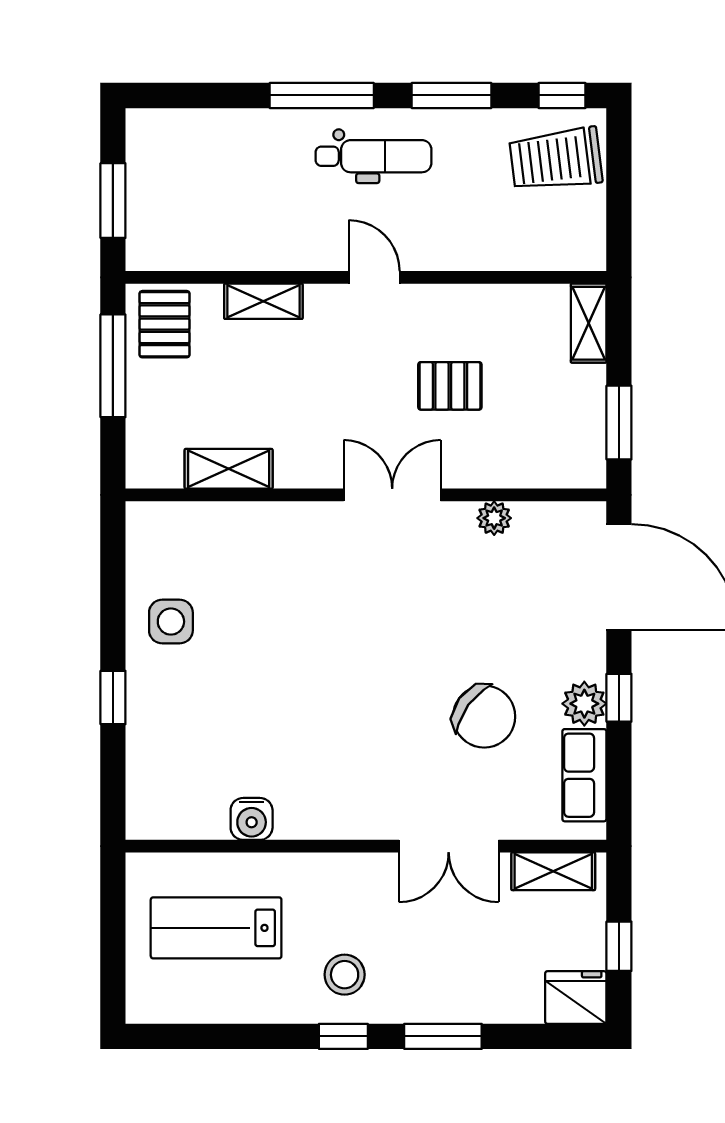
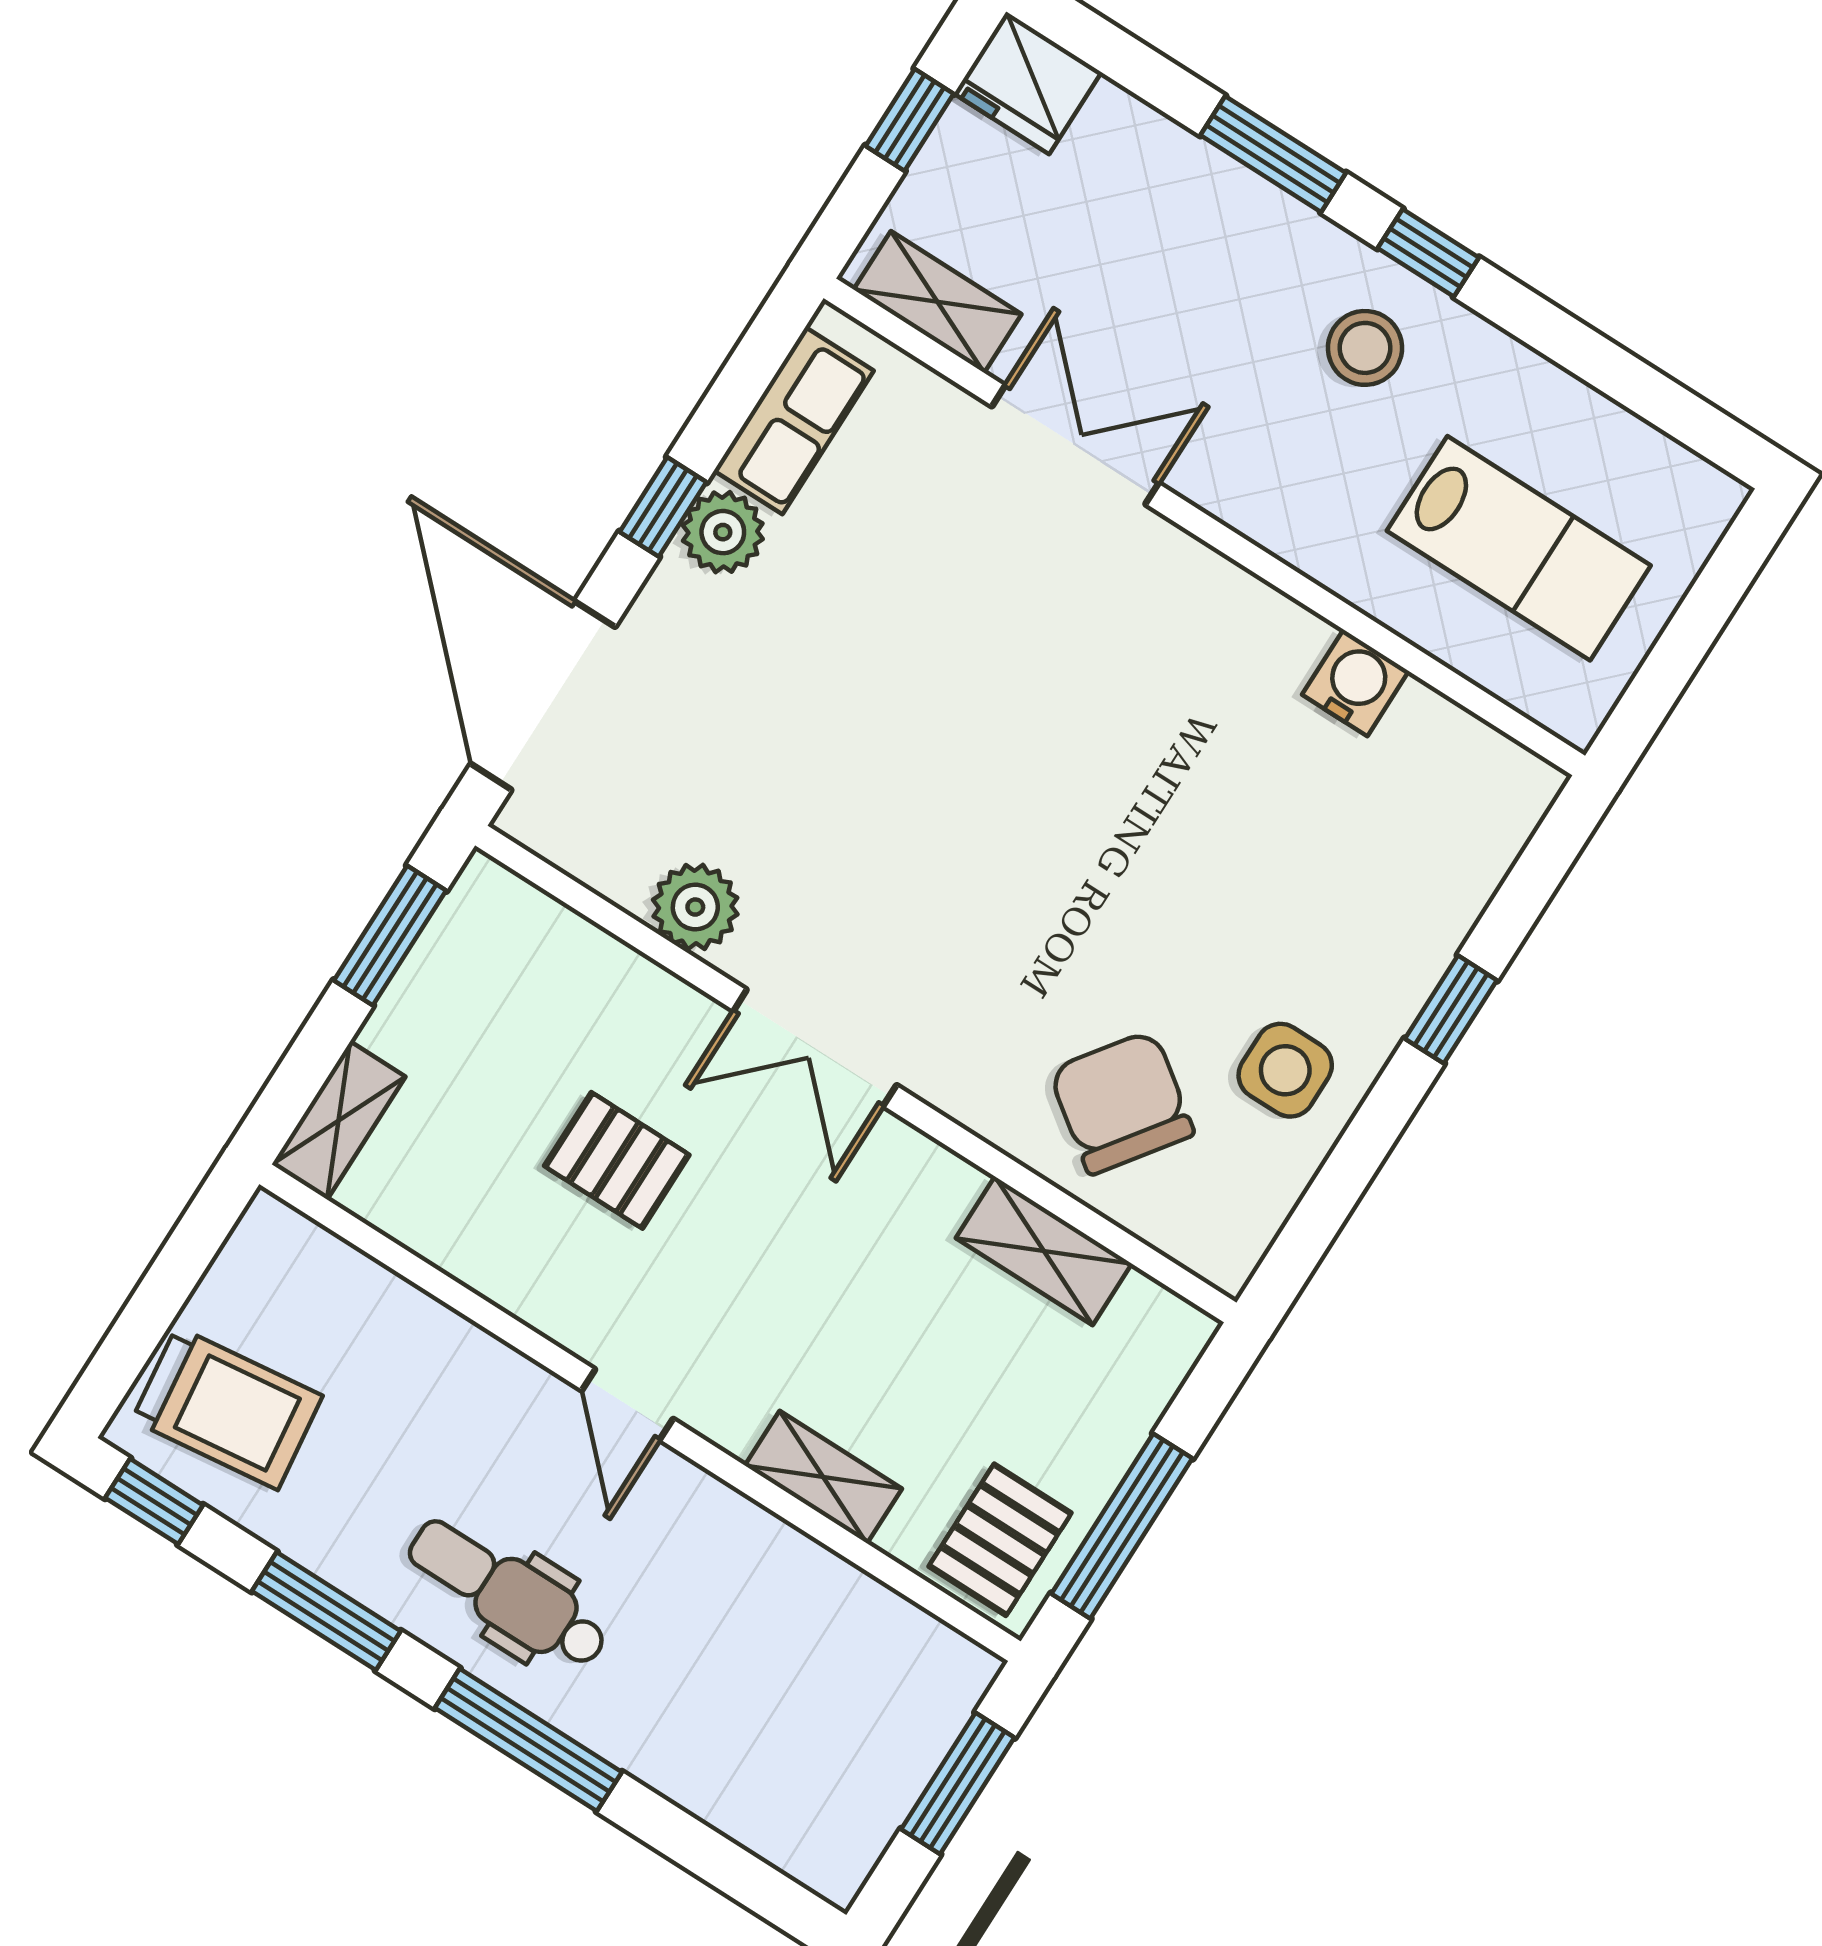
plant: (494, 518) -> (695, 907), width x1.38, depth x1.38
chair: (484, 717) -> (1121, 1102), moved

